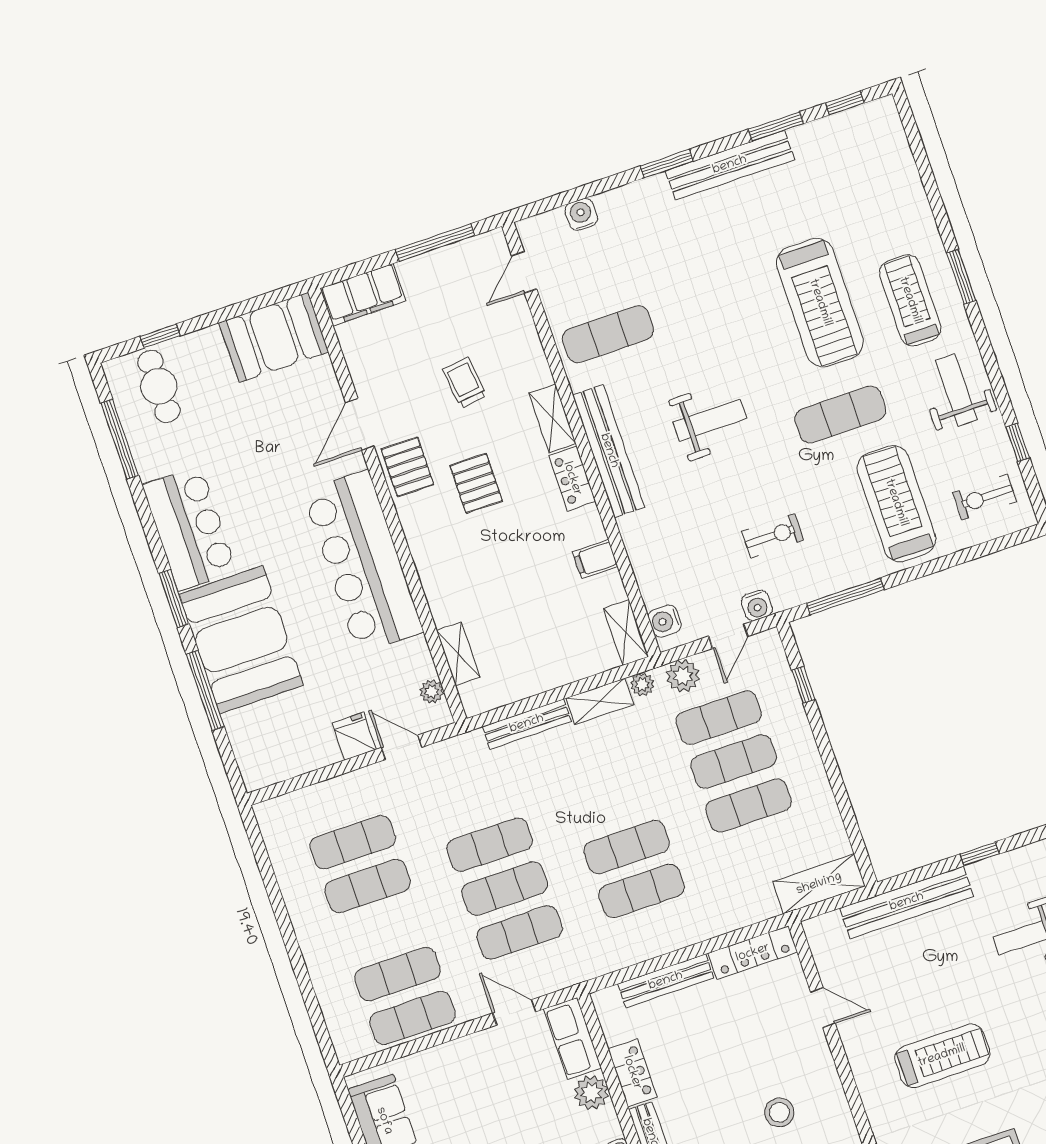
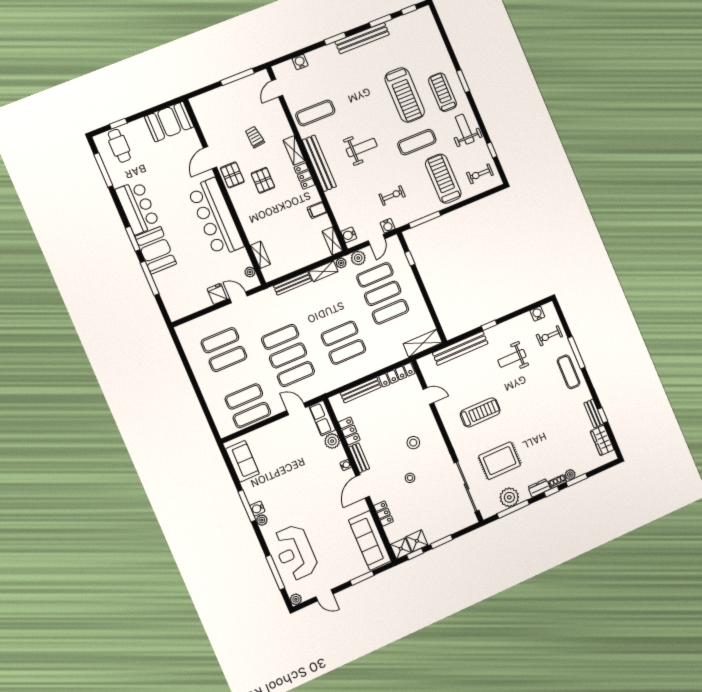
filing cabinet: (363, 295) -> (207, 101), removed
booth: (241, 640) -> (156, 250), width x0.73, depth x0.70

